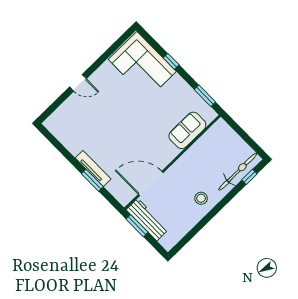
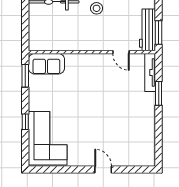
sofa: (187, 130) -> (46, 64), moved
tv unit: (93, 168) -> (150, 73), moved
door: (151, 183) -> (121, 52), width x0.53

